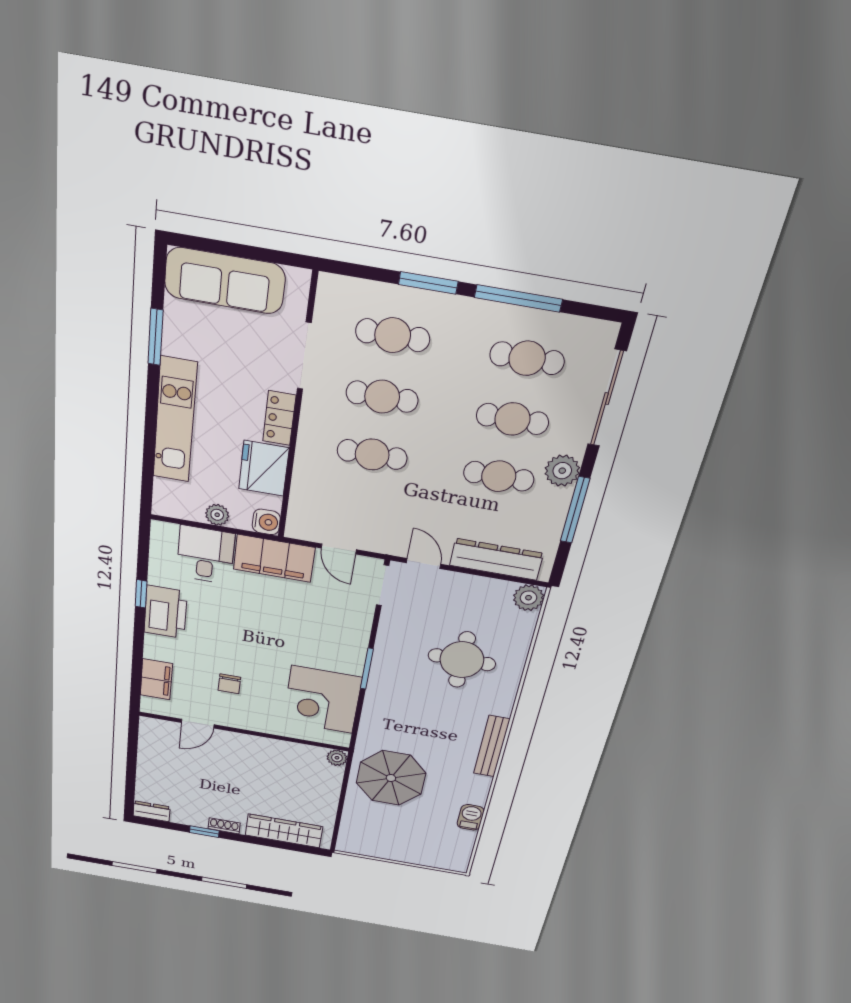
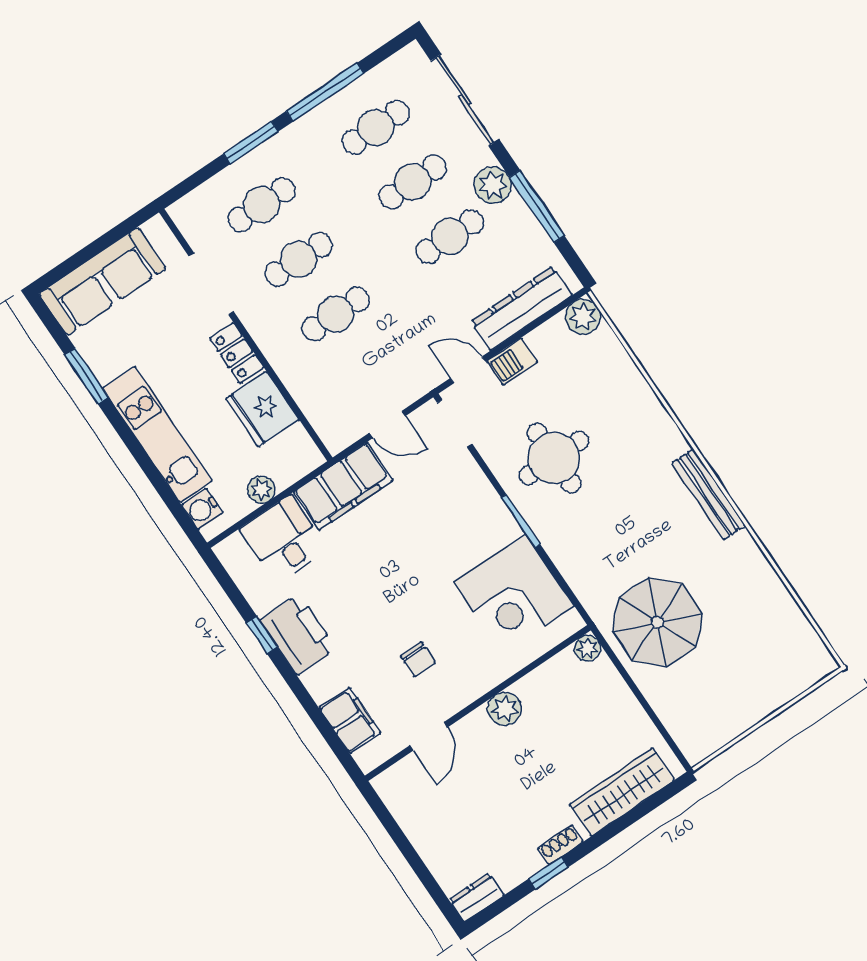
water cooler: (266, 522) -> (202, 509), moved, turned 180
round table: (462, 660) -> (554, 458), moved
plant: (257, 746) -> (505, 709), added
barbecue: (471, 817) -> (512, 362), moved, turned -90

